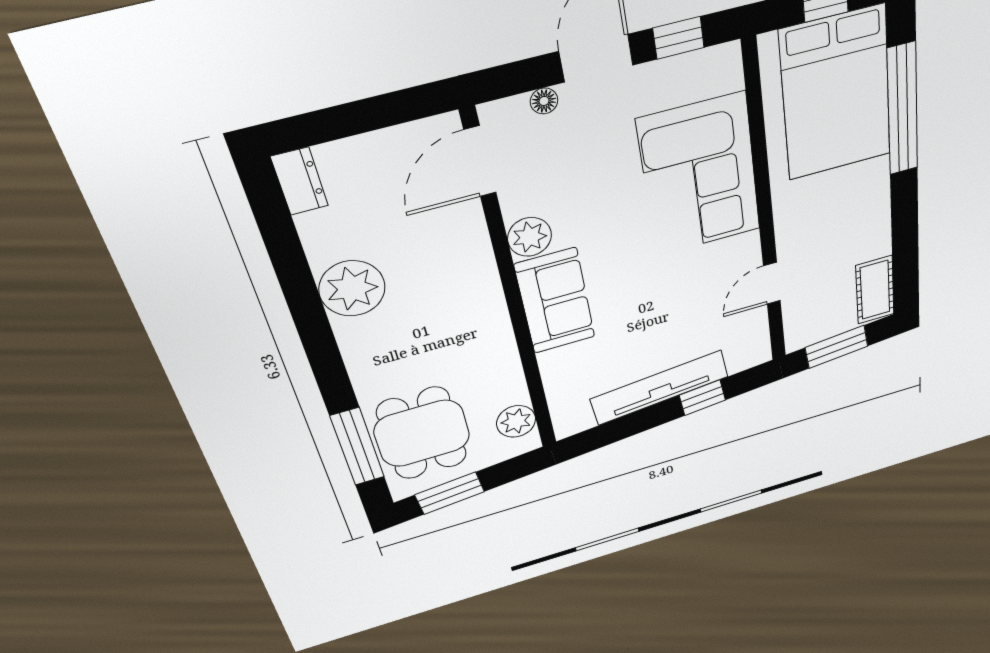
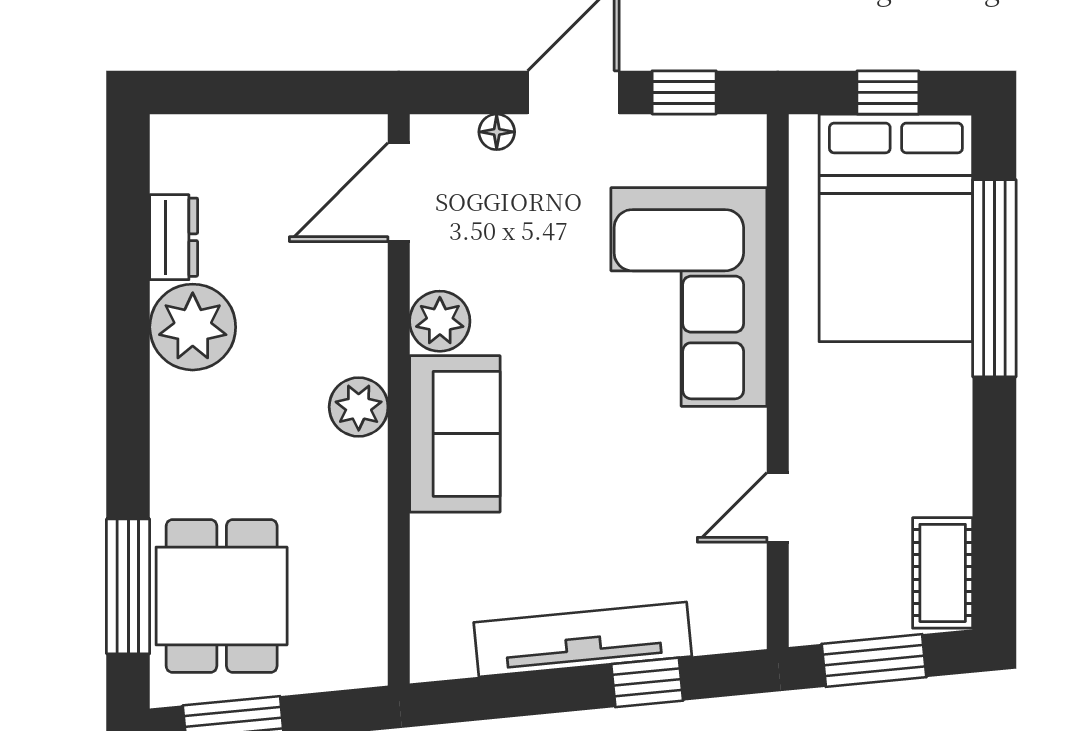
dresser: (300, 181) -> (174, 237), moved
plant: (516, 421) -> (359, 407), moved

